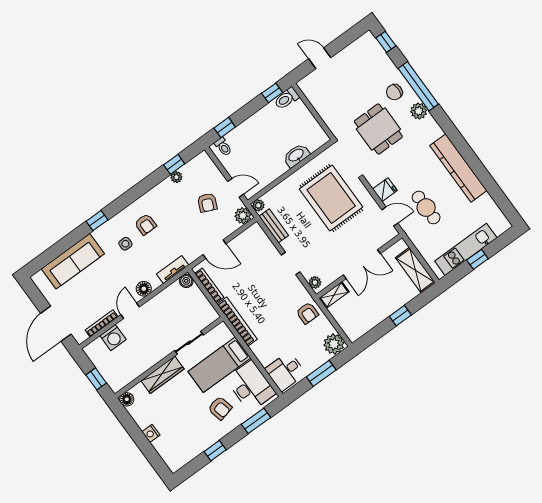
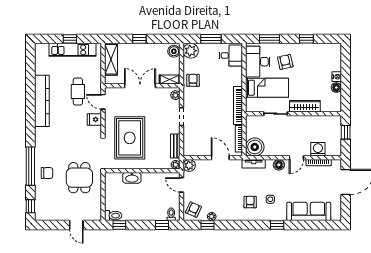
plant: (419, 111) -> (41, 151), removed
dining table: (378, 129) -> (79, 178), moved
armchair: (207, 203) -> (193, 210), moved
boiler: (186, 281) -> (255, 147), width x1.86, depth x1.86
boiler: (352, 330) -> (174, 51), added
floor lamp: (127, 399) -> (336, 88), moved

